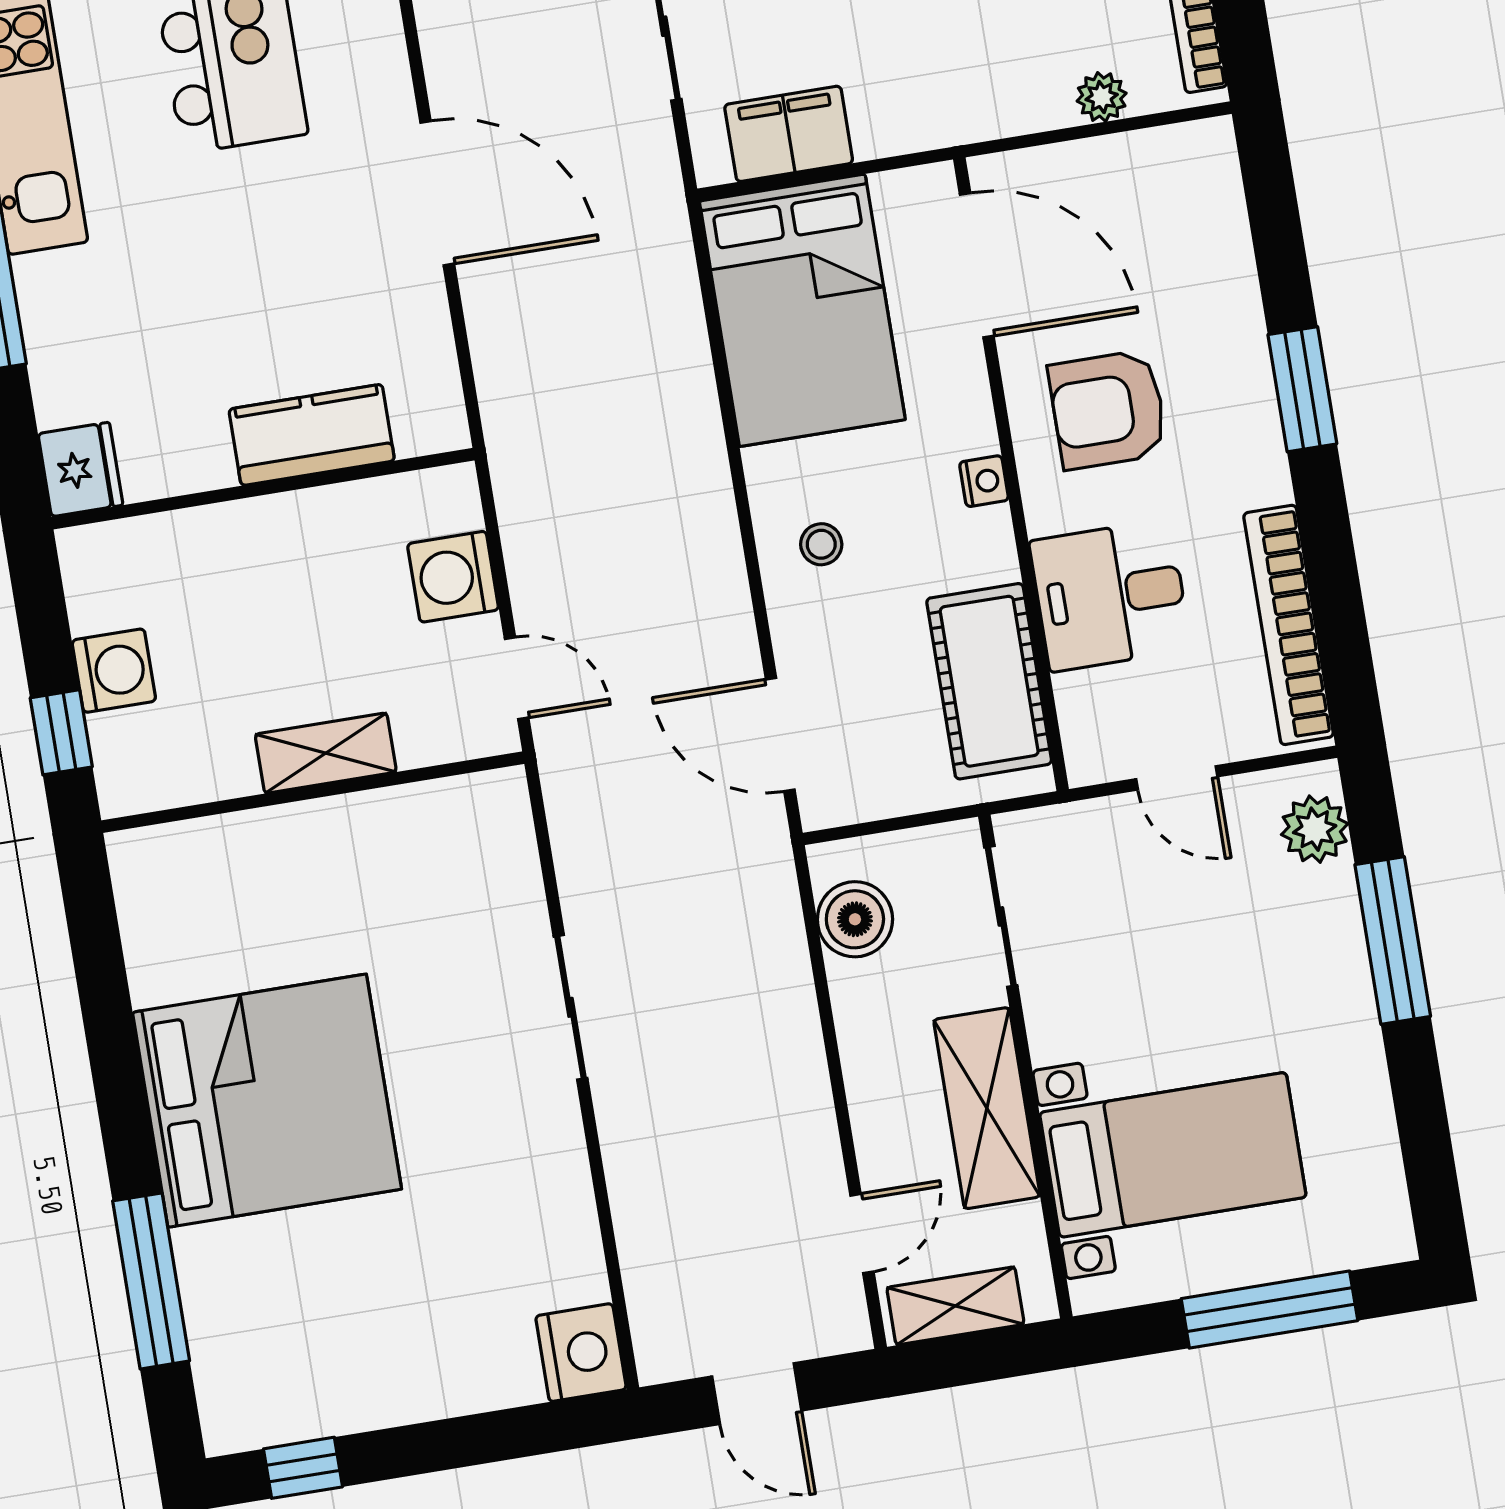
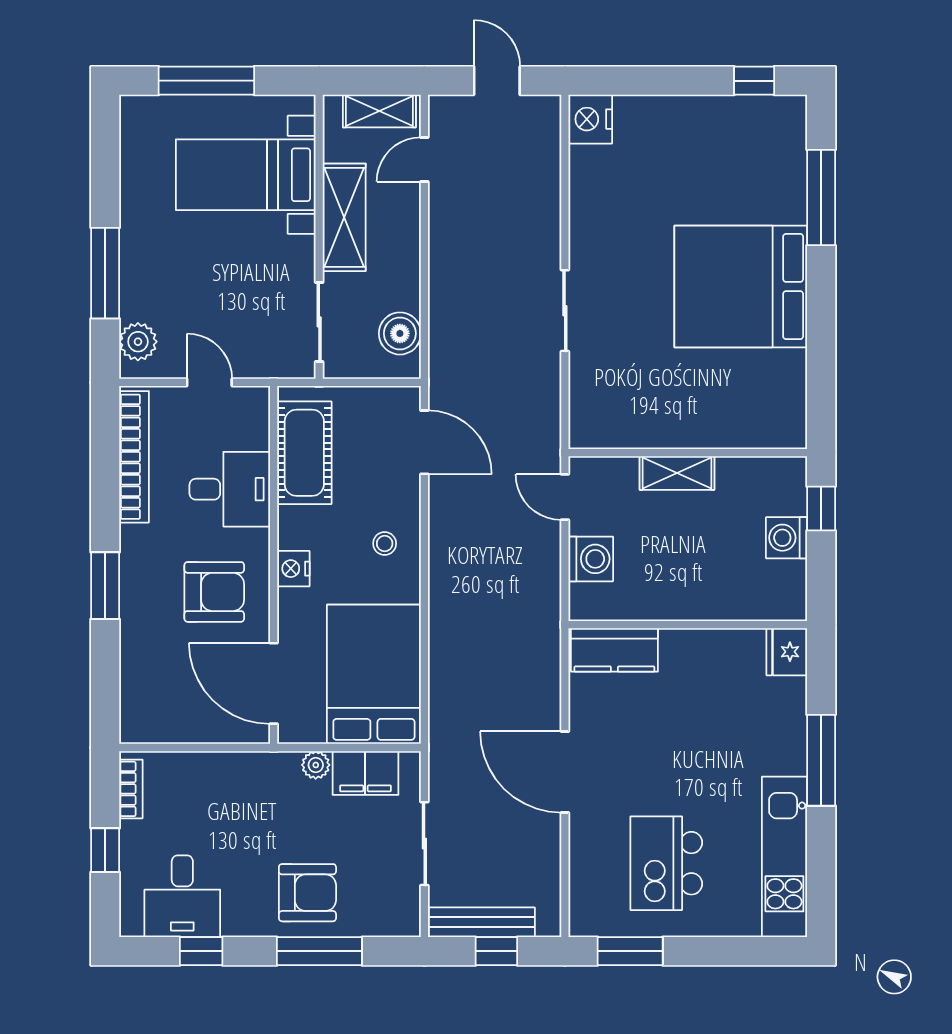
plant: (1102, 97) -> (316, 765), moved
kitchen counter: (312, 435) -> (614, 650), moved
nightstand: (984, 481) -> (293, 569), width x1.39, depth x1.35

